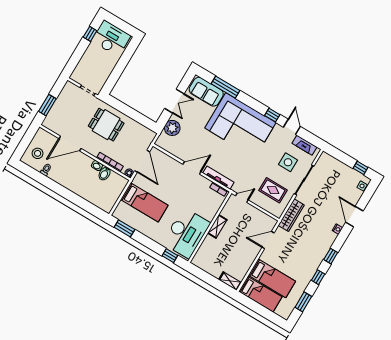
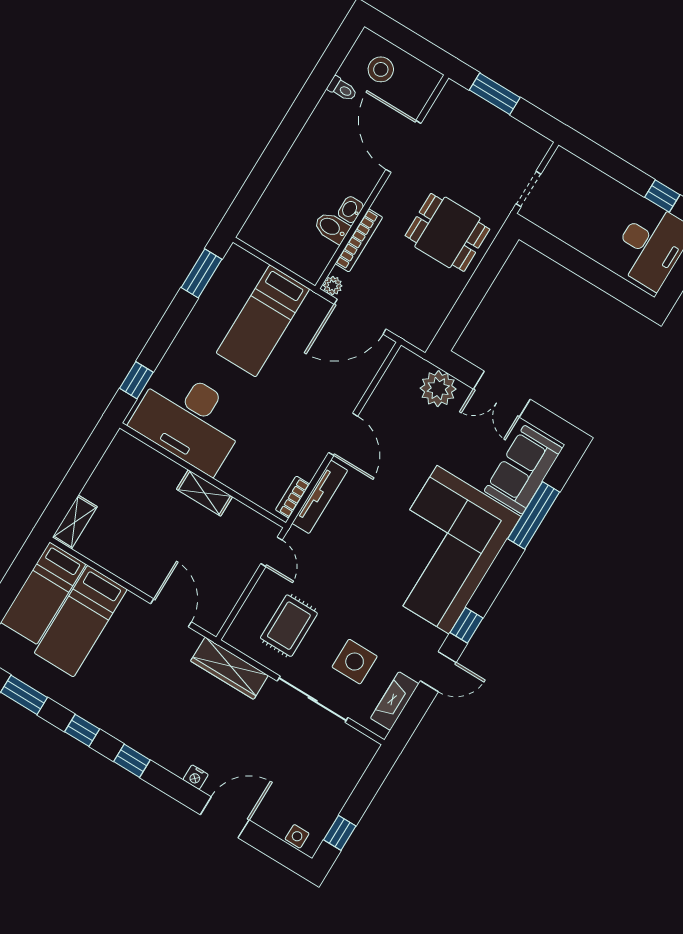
dining table: (106, 125) -> (447, 232), turned 90

